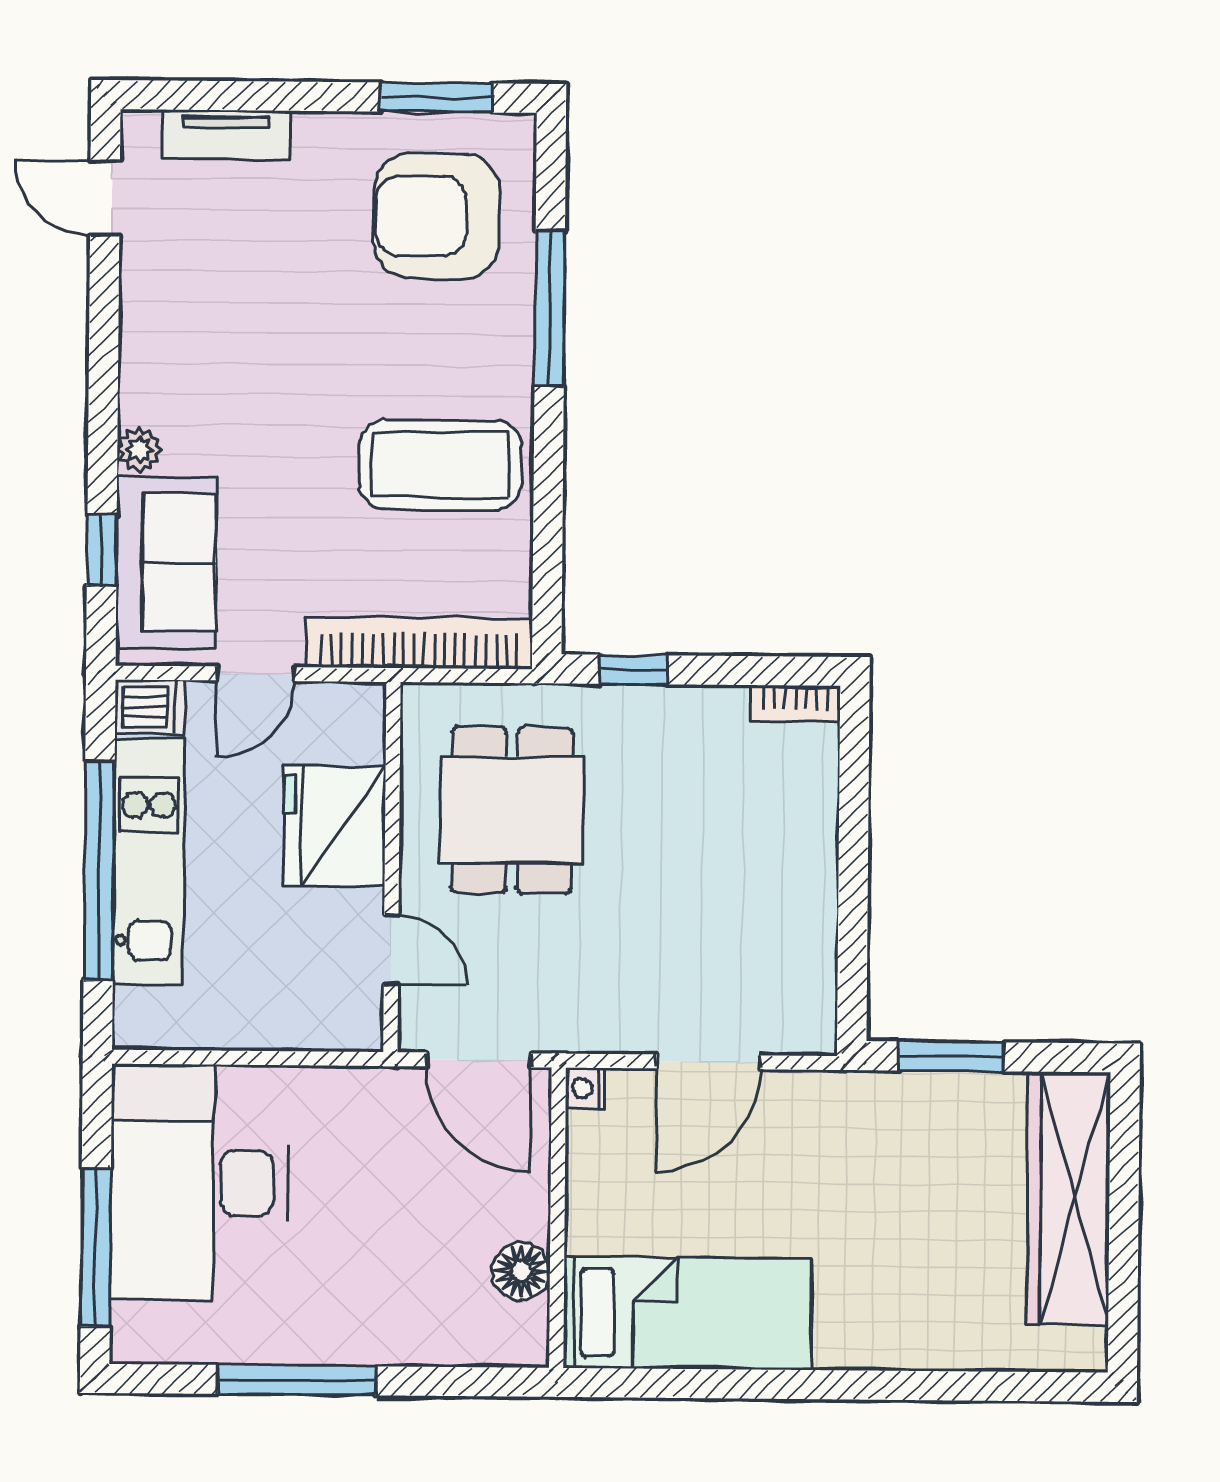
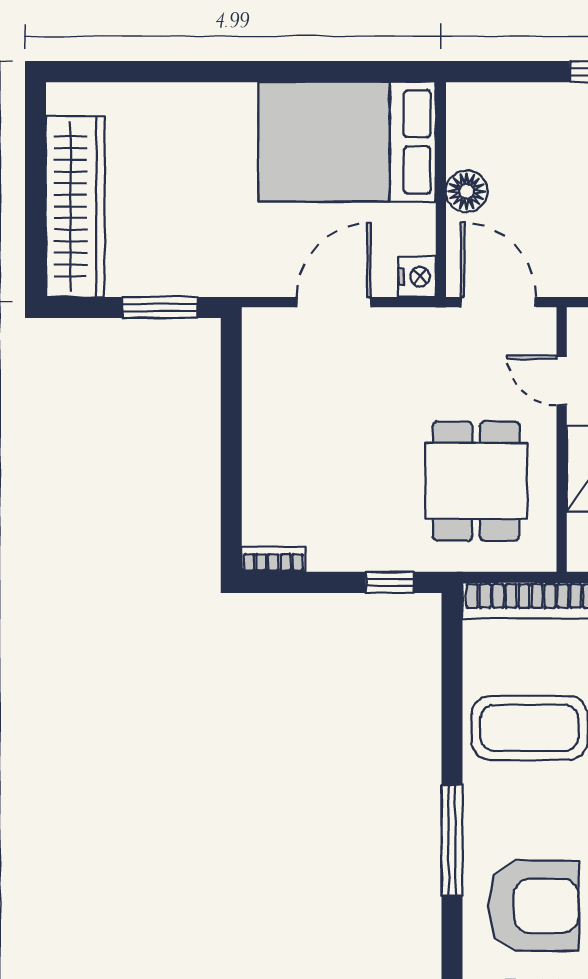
nightstand: (585, 1088) -> (417, 277), width x1.39, depth x1.35
floor lamp: (521, 1271) -> (467, 191), moved
bed: (687, 1313) -> (347, 142), width x1.50

